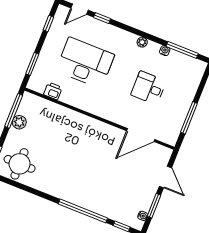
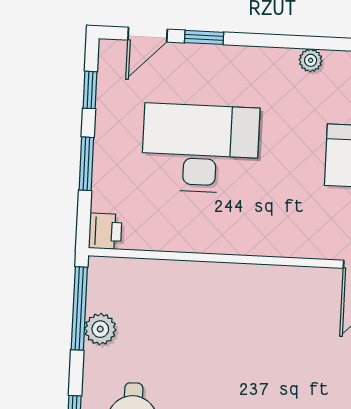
window: (32, 64) -> (86, 164), moved
printer: (53, 91) -> (105, 231), moved, turned 90

